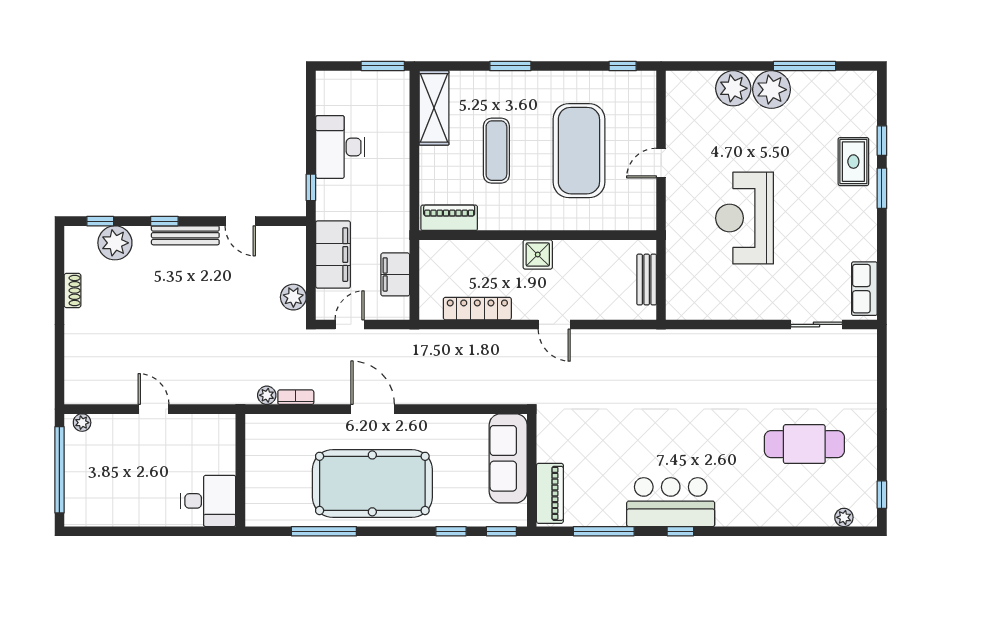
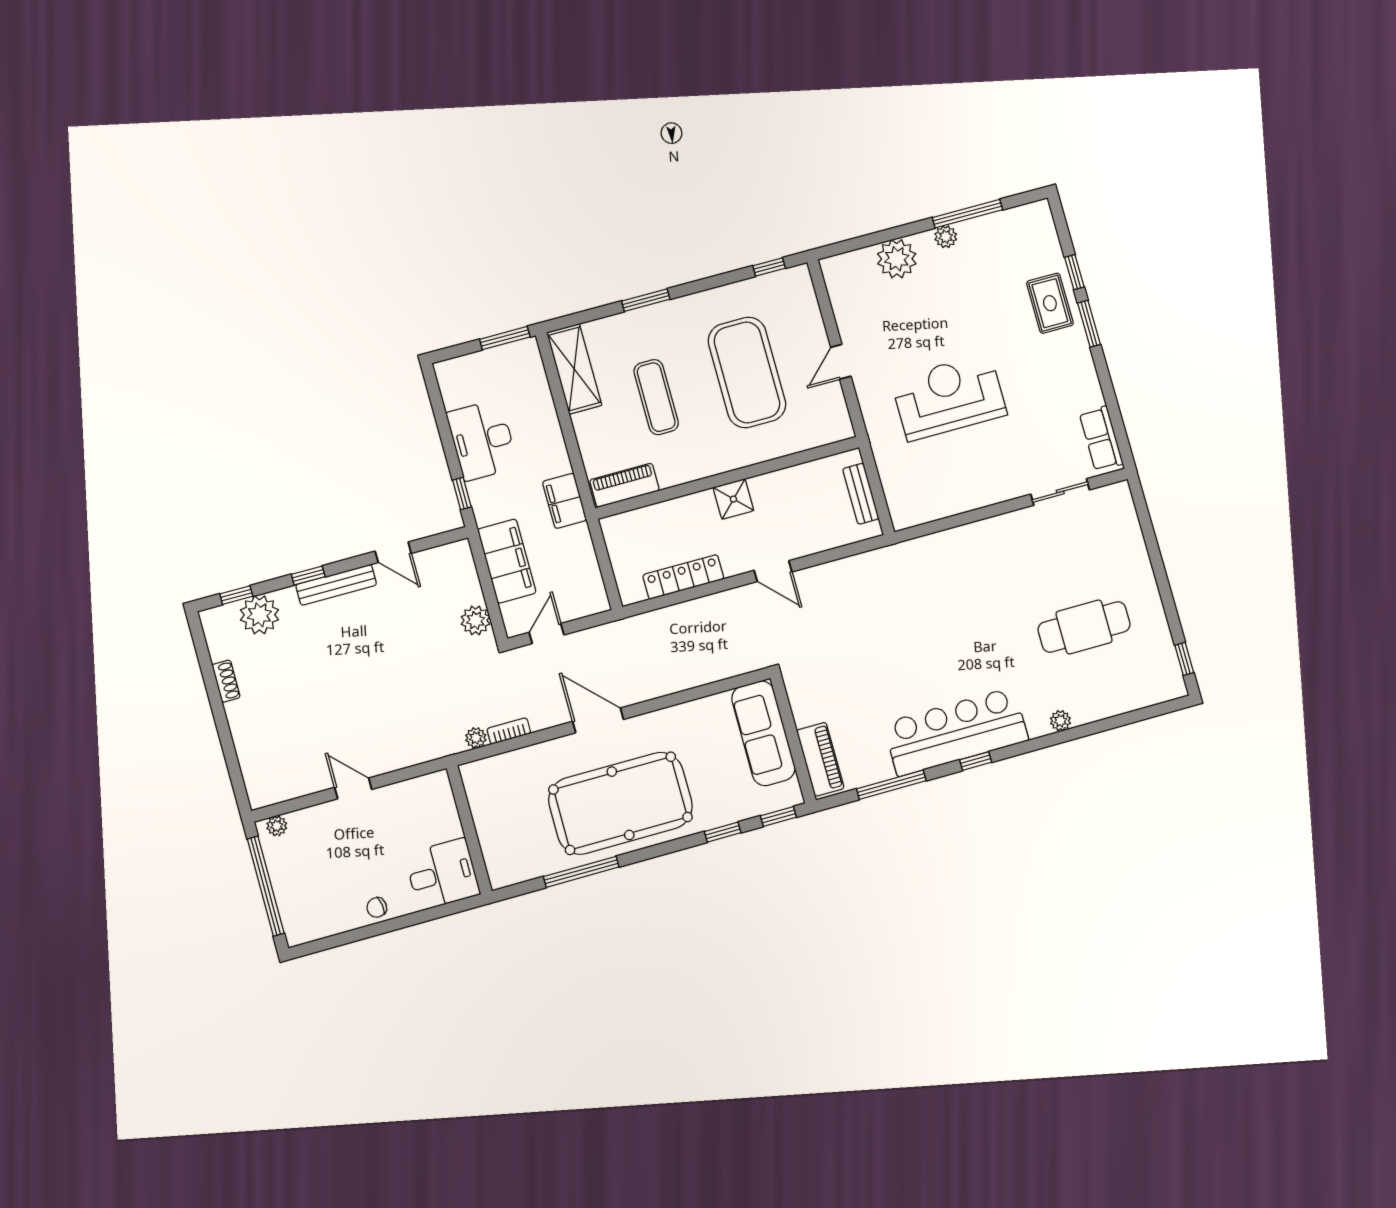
plant: (772, 90) -> (946, 237), width x0.53, depth x0.53
reception desk: (745, 218) -> (949, 397), turned 90
filing cabinet: (395, 274) -> (565, 501), moved
bar counter: (671, 502) -> (956, 732), width x1.36
chair: (146, 513) -> (377, 907), added
plant: (844, 517) -> (1060, 721), moved

